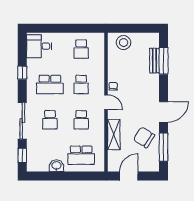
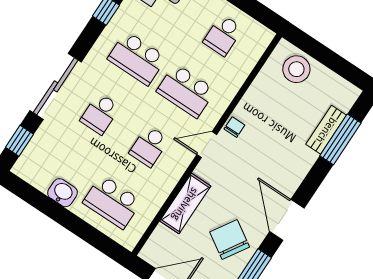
school desk: (81, 84) -> (186, 91), width x1.85
door: (106, 102) -> (207, 145), swing flipped
door: (164, 112) -> (287, 220), swing flipped

